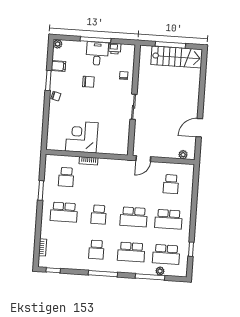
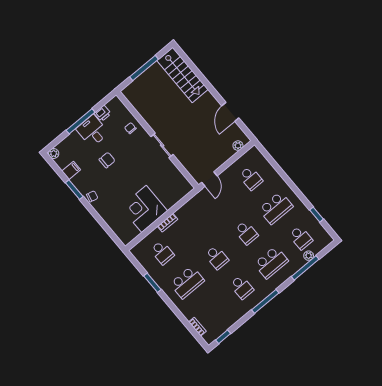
stairs: (177, 57) -> (183, 75), moved, turned 90
school desk: (134, 217) -> (246, 233), width x0.54
school desk: (166, 254) -> (301, 238), width x0.54

